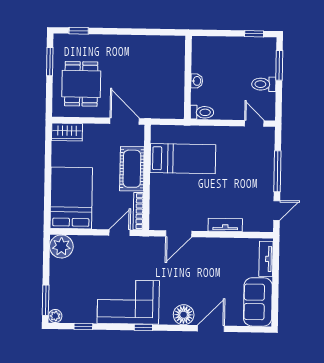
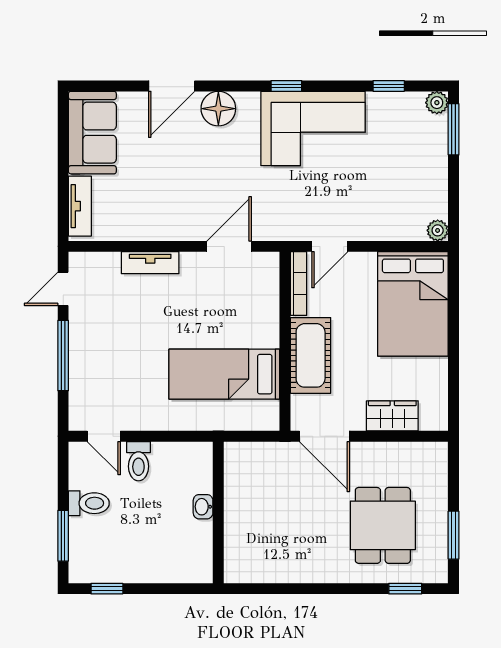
dining table: (81, 84) -> (383, 525), moved
toilet: (202, 112) -> (138, 461), moved, turned -90
wardrobe: (67, 132) -> (392, 416), moved
plant: (61, 246) -> (438, 230), width x0.53, depth x0.53

